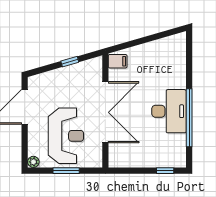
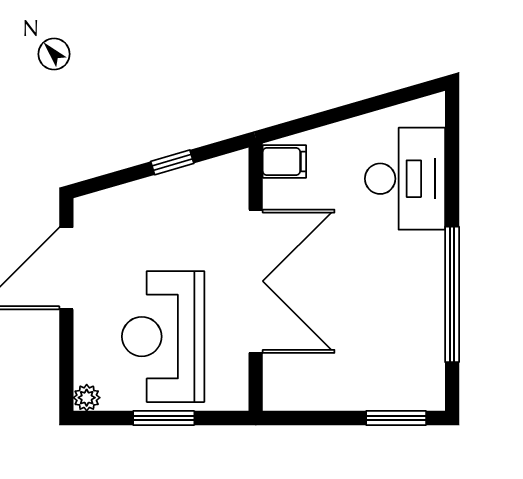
desk: (169, 111) -> (405, 179), moved
reception desk: (66, 136) -> (163, 337), turned 180
window: (165, 171) -> (396, 418), width x1.50

